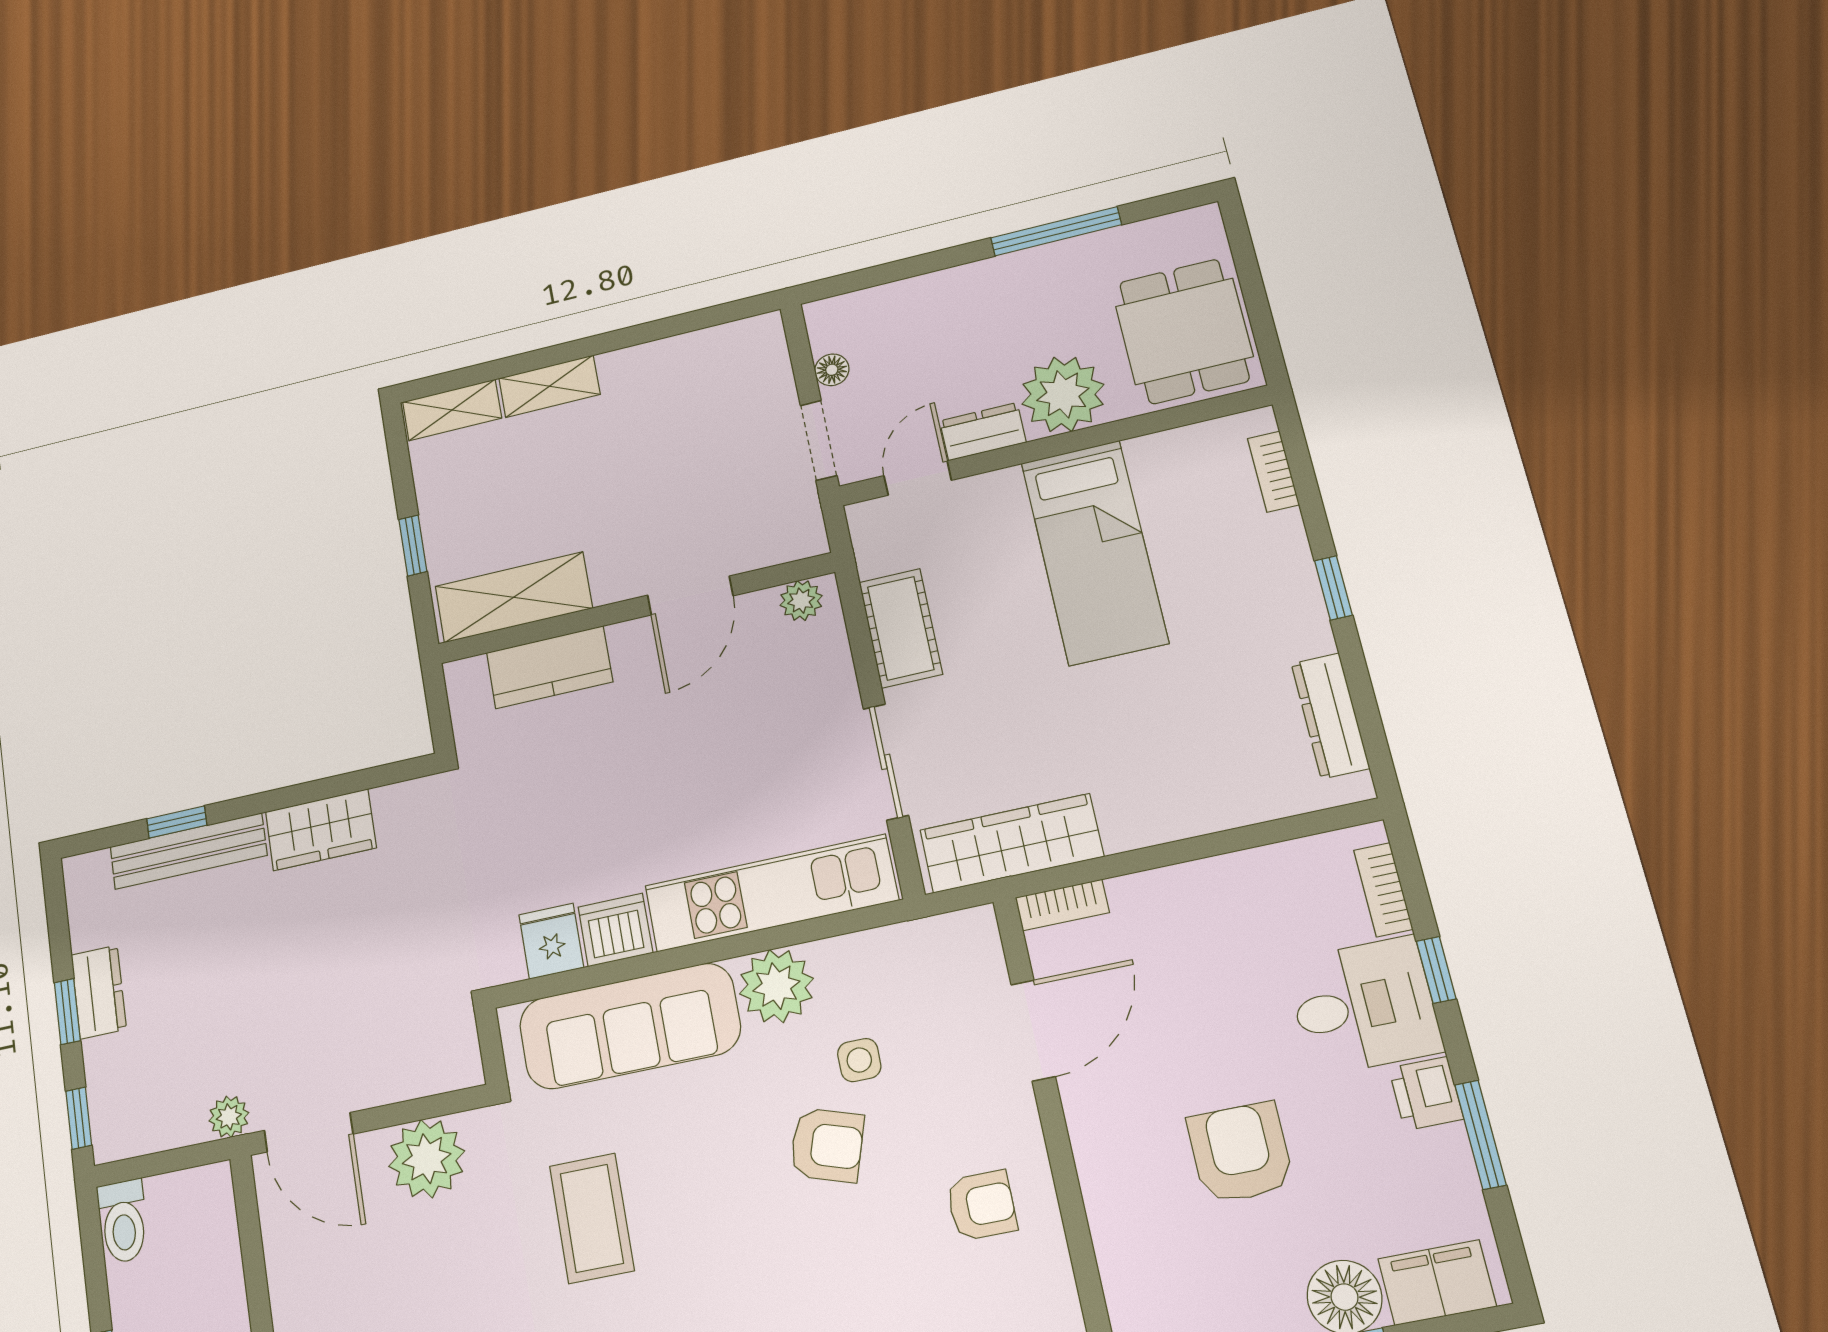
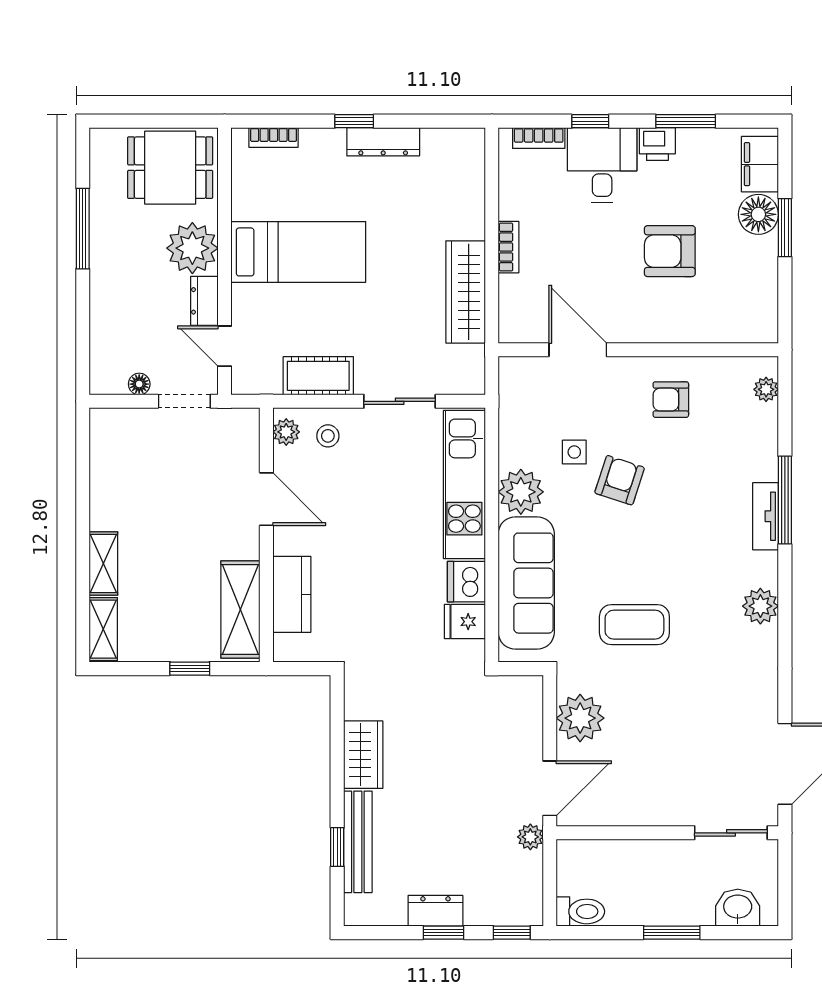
stool: (808, 664) -> (328, 436), added
dresser: (1330, 716) -> (383, 142), moved
wardrobe: (1011, 843) -> (466, 292), moved
bookcase: (1062, 905) -> (509, 247), moved
armchair: (982, 1205) -> (671, 400), turned -90

